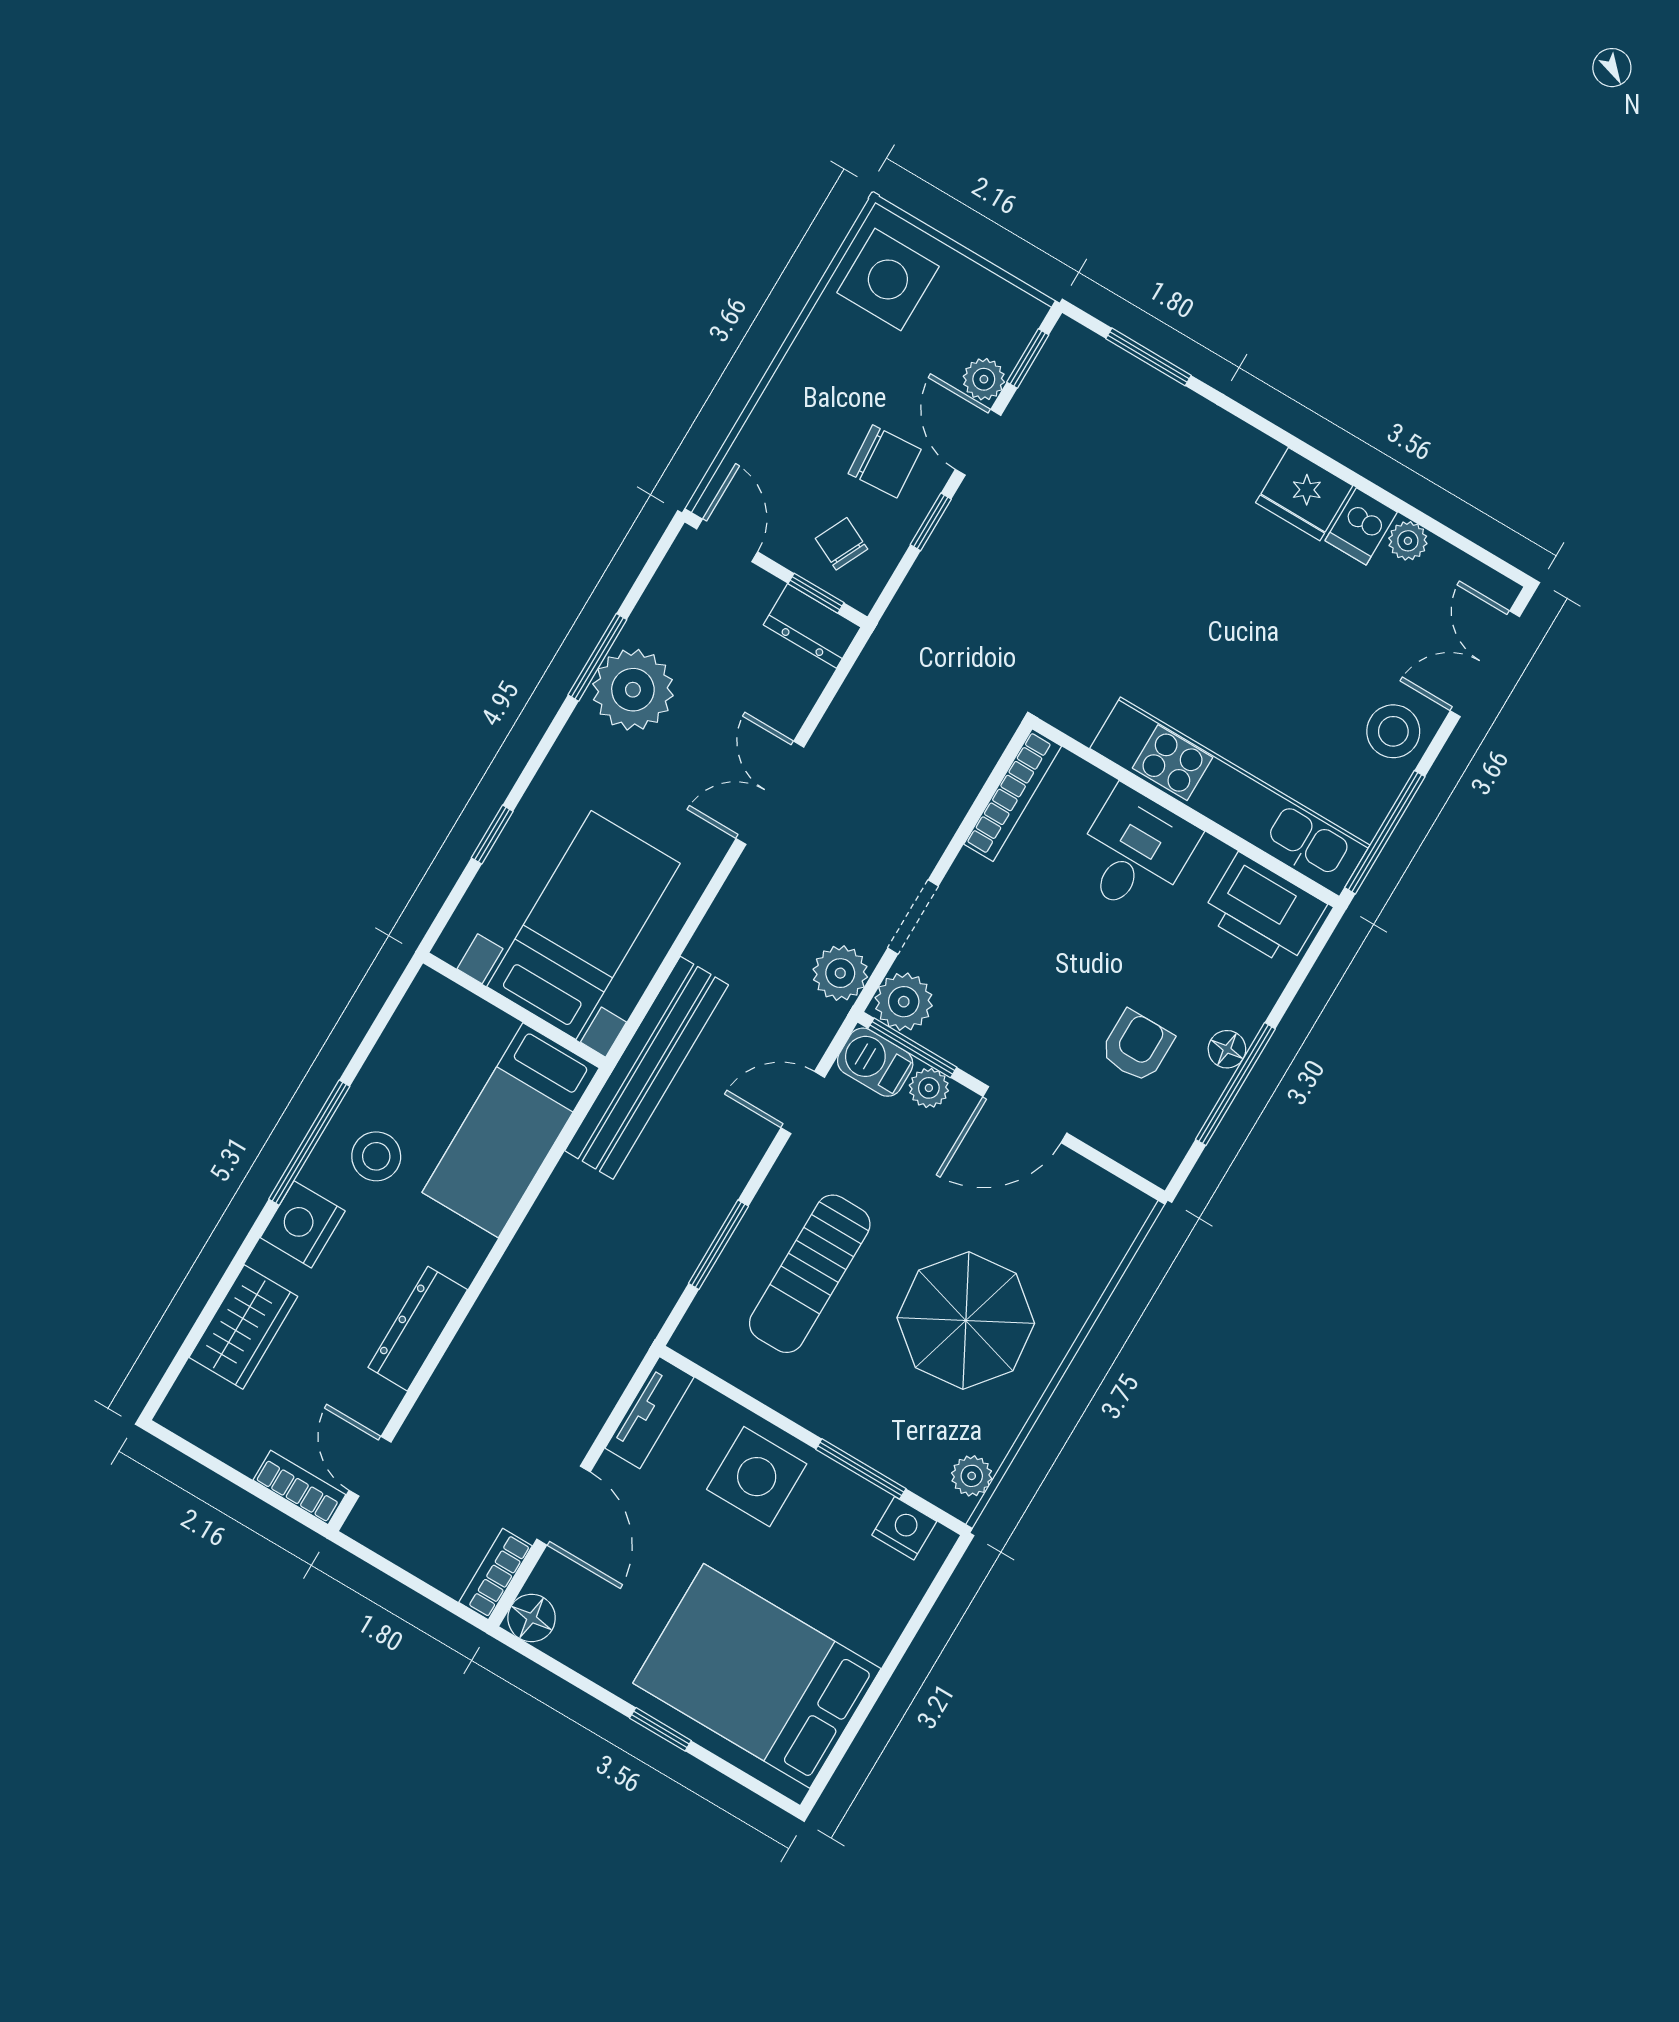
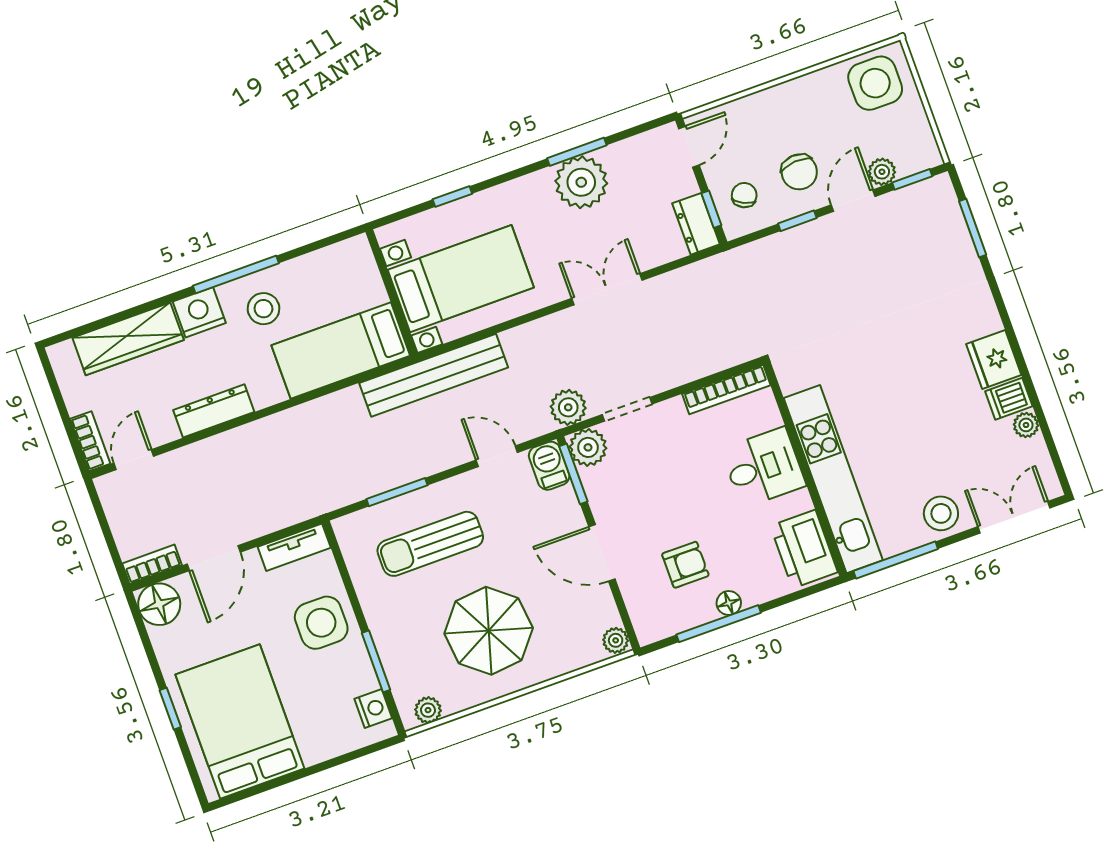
plant: (929, 1088) -> (616, 640), moved
wardrobe: (243, 1327) -> (128, 339), width x1.50
floor lamp: (532, 1618) -> (159, 604), width x1.38, depth x1.38

